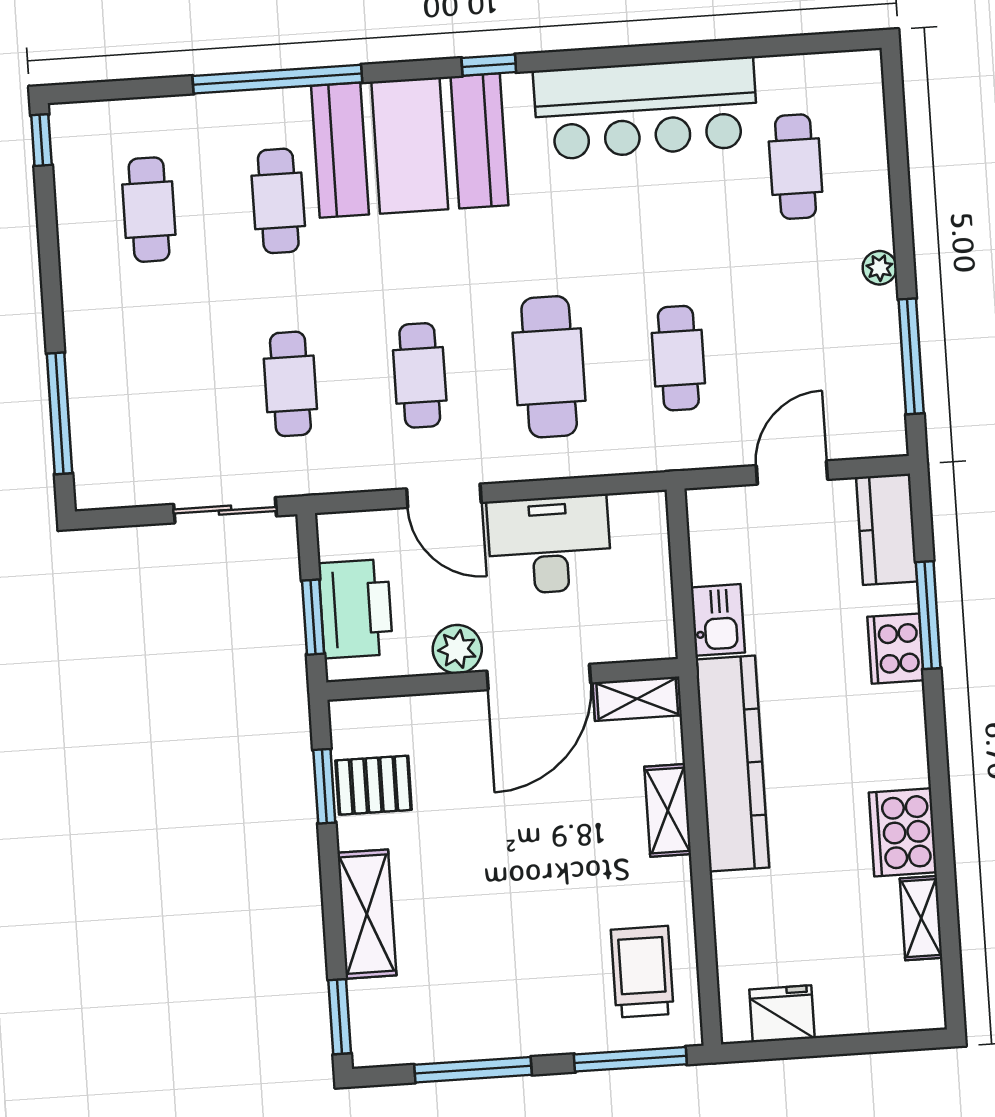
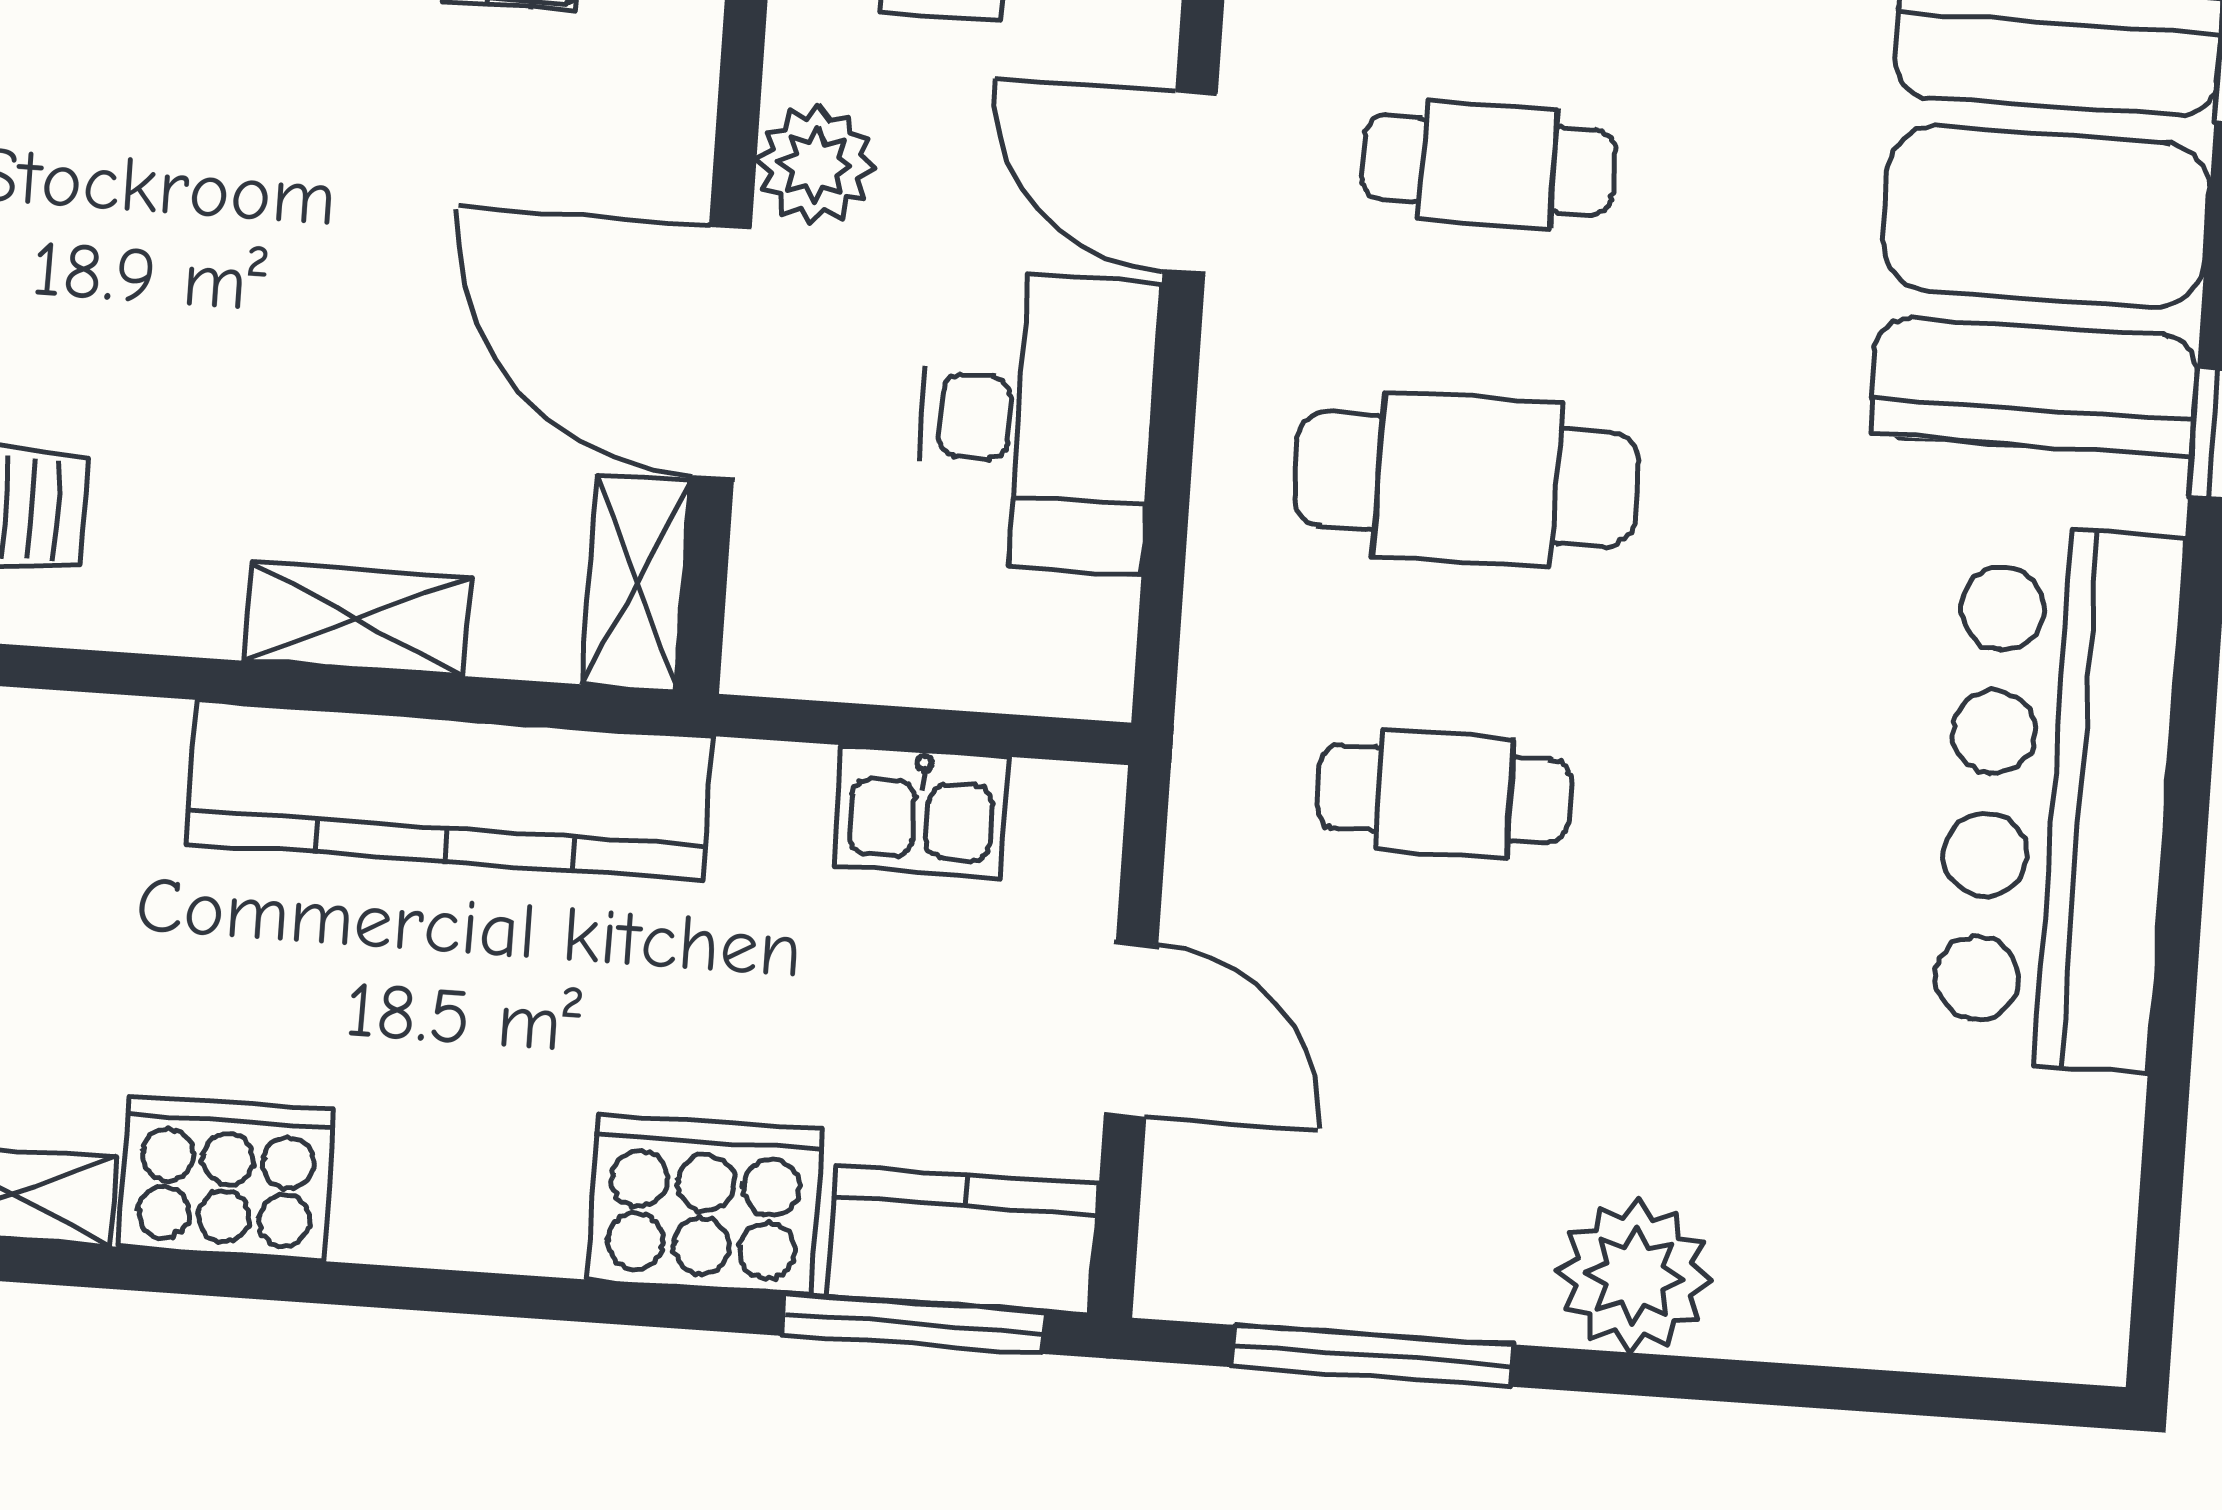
cafe table: (796, 167) -> (1868, 1140), removed
plant: (880, 268) -> (1634, 1276), width x1.88, depth x1.88
door: (444, 496) -> (1190, 183), hinge flipped
window: (928, 615) -> (913, 1324), moved
kitchen sink: (718, 620) -> (921, 811), moved
cooker: (896, 649) -> (704, 1205), width x1.37, depth x1.31

